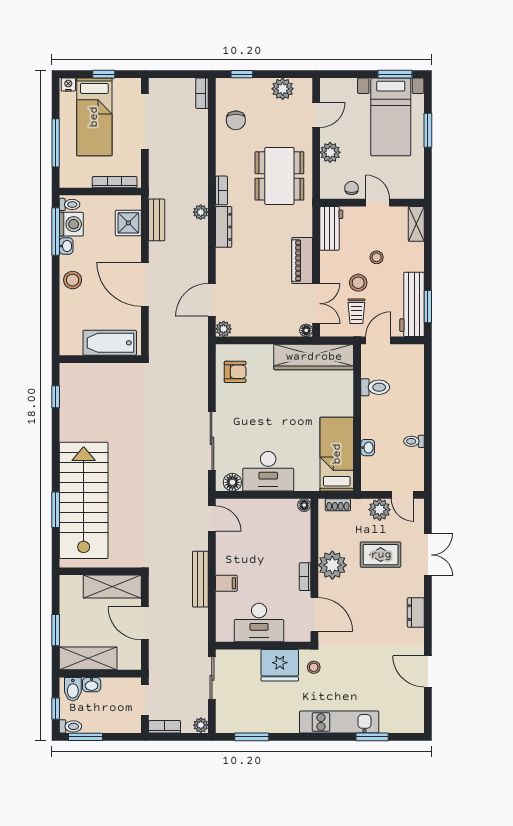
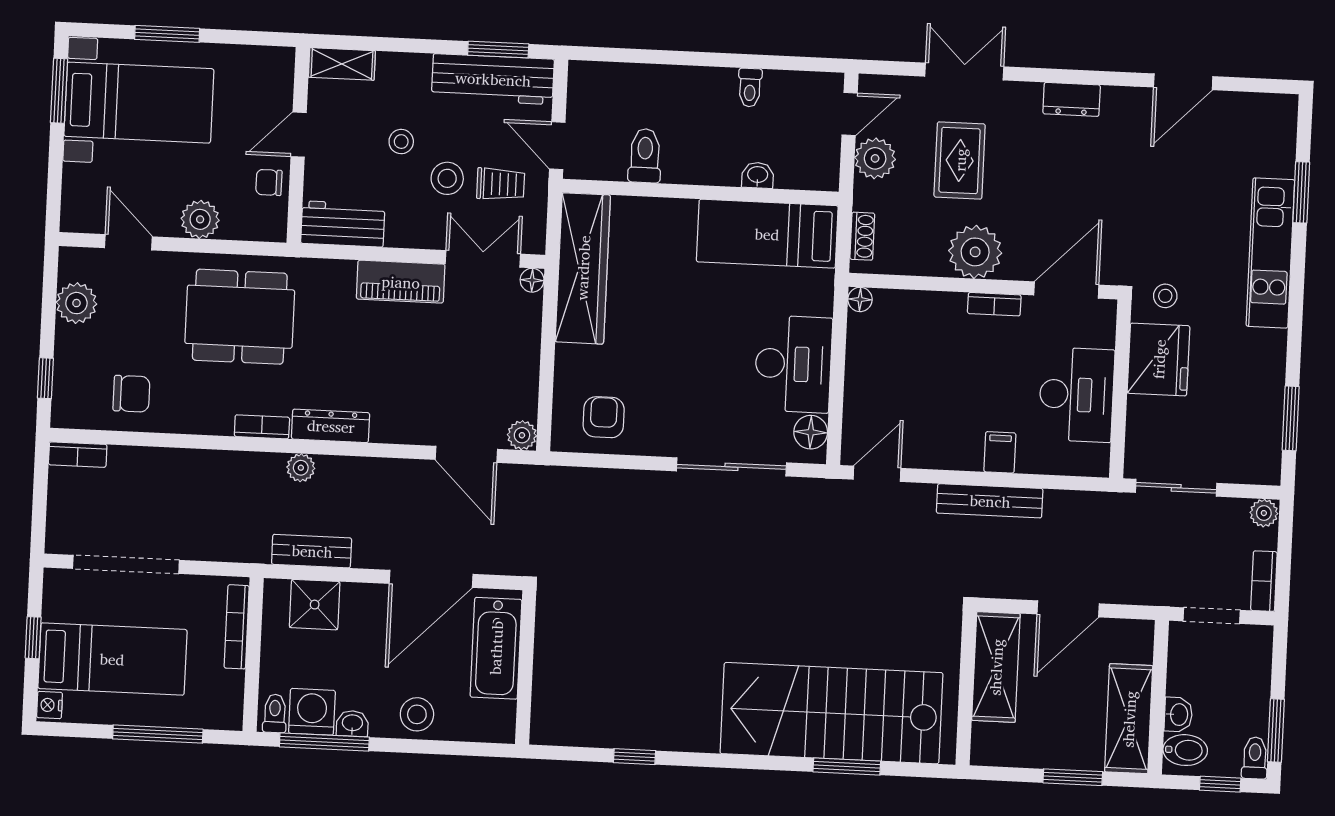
bathtub: (110, 343) -> (496, 648), moved
wall: (100, 359) -> (526, 667), moved

